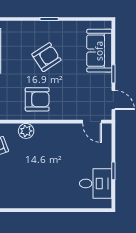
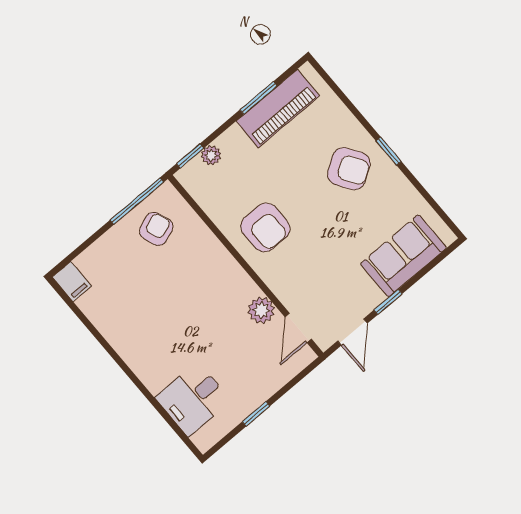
armchair: (46, 57) -> (349, 169), moved
plant: (26, 131) -> (261, 310), moved
desk: (96, 183) -> (193, 399), moved, turned 90

